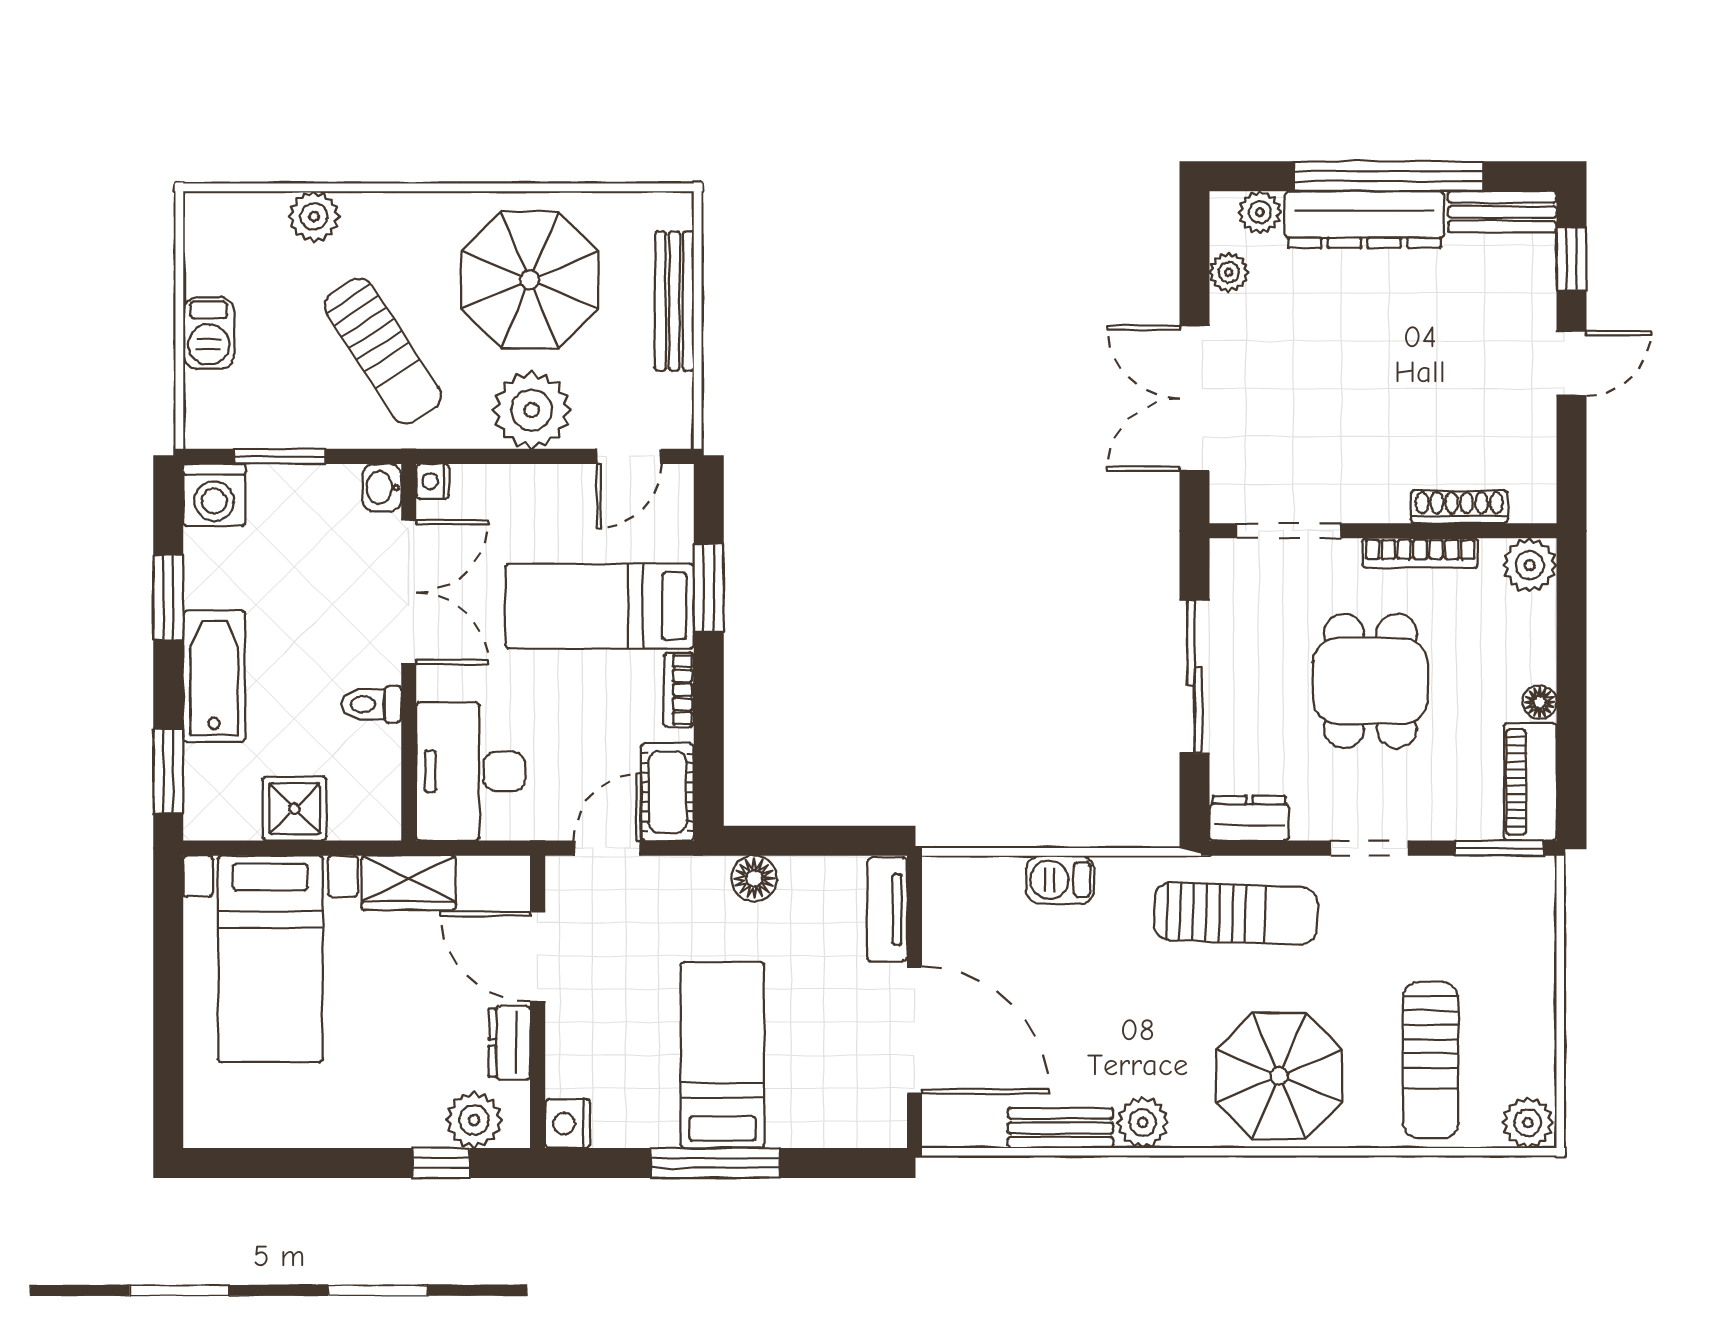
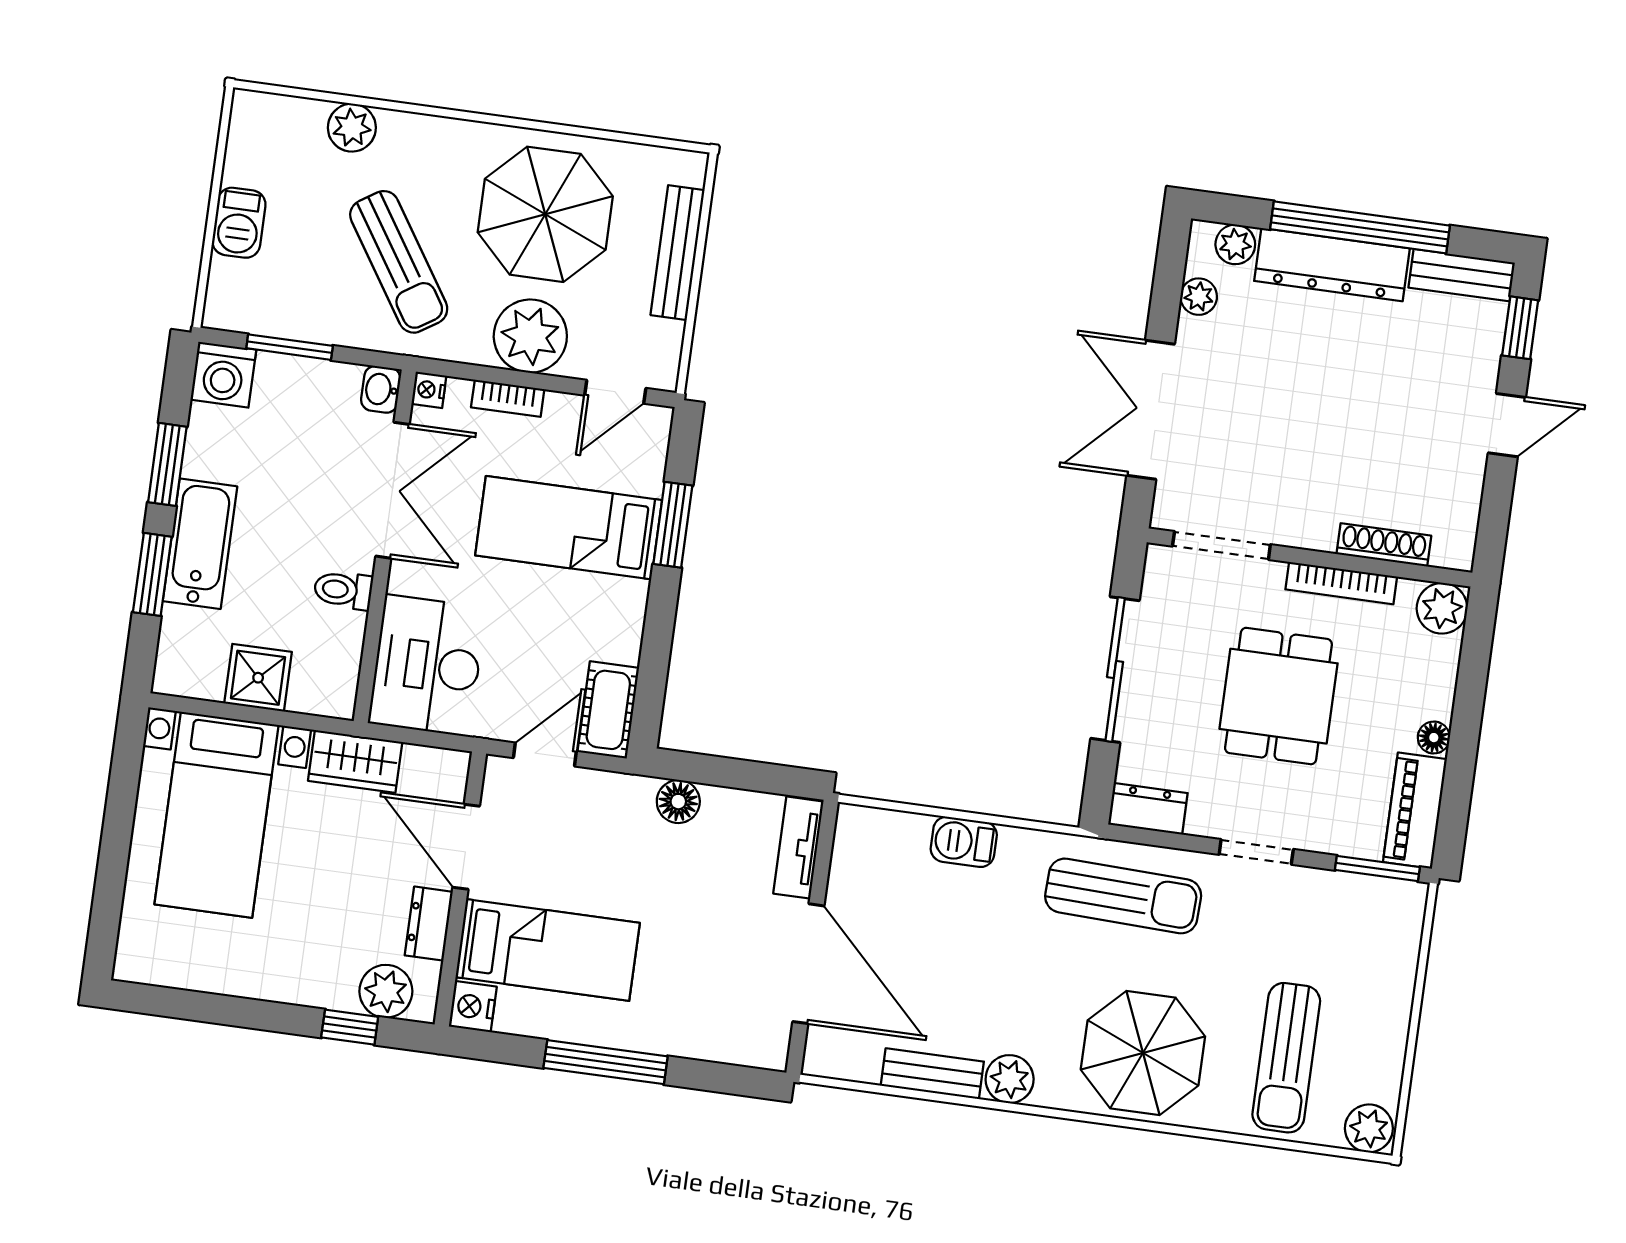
bookcase: (679, 690) -> (508, 398), moved, turned -90
window: (168, 771) -> (152, 574), moved
bed: (723, 1055) -> (548, 950), moved, turned 90

